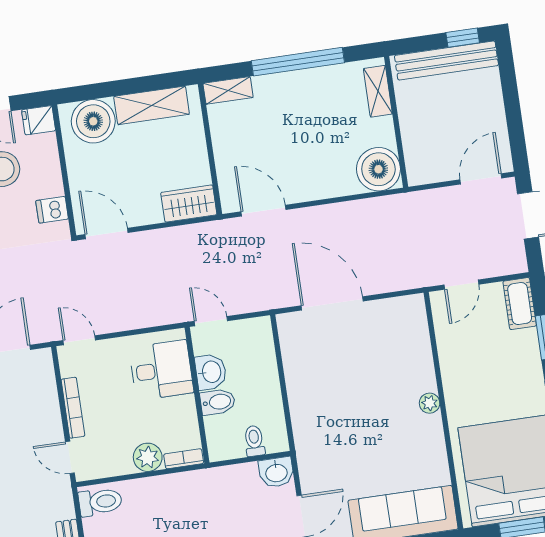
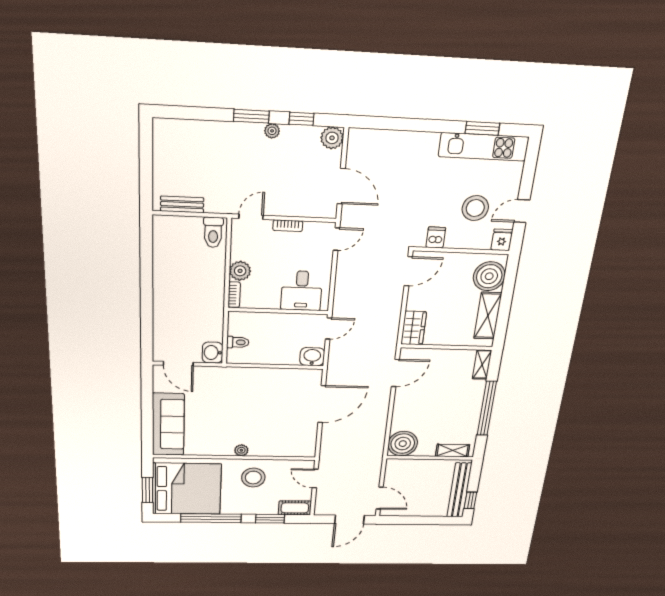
washbasin: (211, 372) -> (312, 357), moved, turned 180
stool: (475, 377) -> (253, 478), added
bidet: (218, 402) -> (270, 324), removed
bookcase: (73, 408) -> (288, 226), width x0.64

